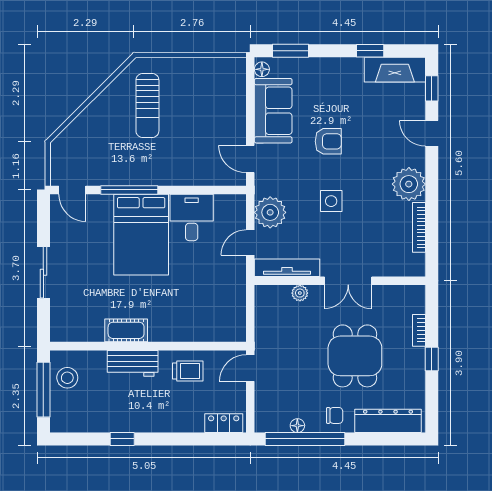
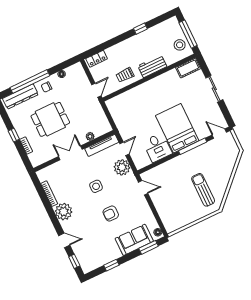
fireplace: (395, 70) -> (96, 262), removed
sofa: (273, 111) -> (134, 240), moved, turned 90
cot: (126, 330) -> (188, 68), moved
dining table: (355, 356) -> (50, 119), turned 90
window: (305, 439) -> (30, 82), moved

